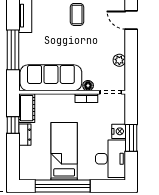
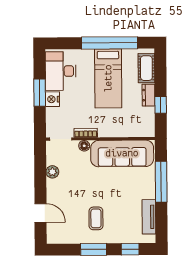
cot: (27, 108) -> (146, 68), moved

